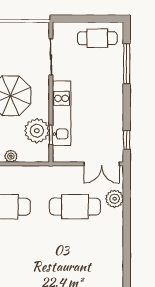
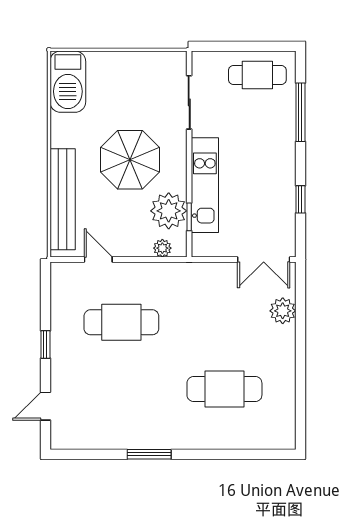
window: (127, 140) -> (300, 199), moved
plant: (11, 156) -> (162, 248), moved
cafe table: (75, 207) -> (224, 389), moved

